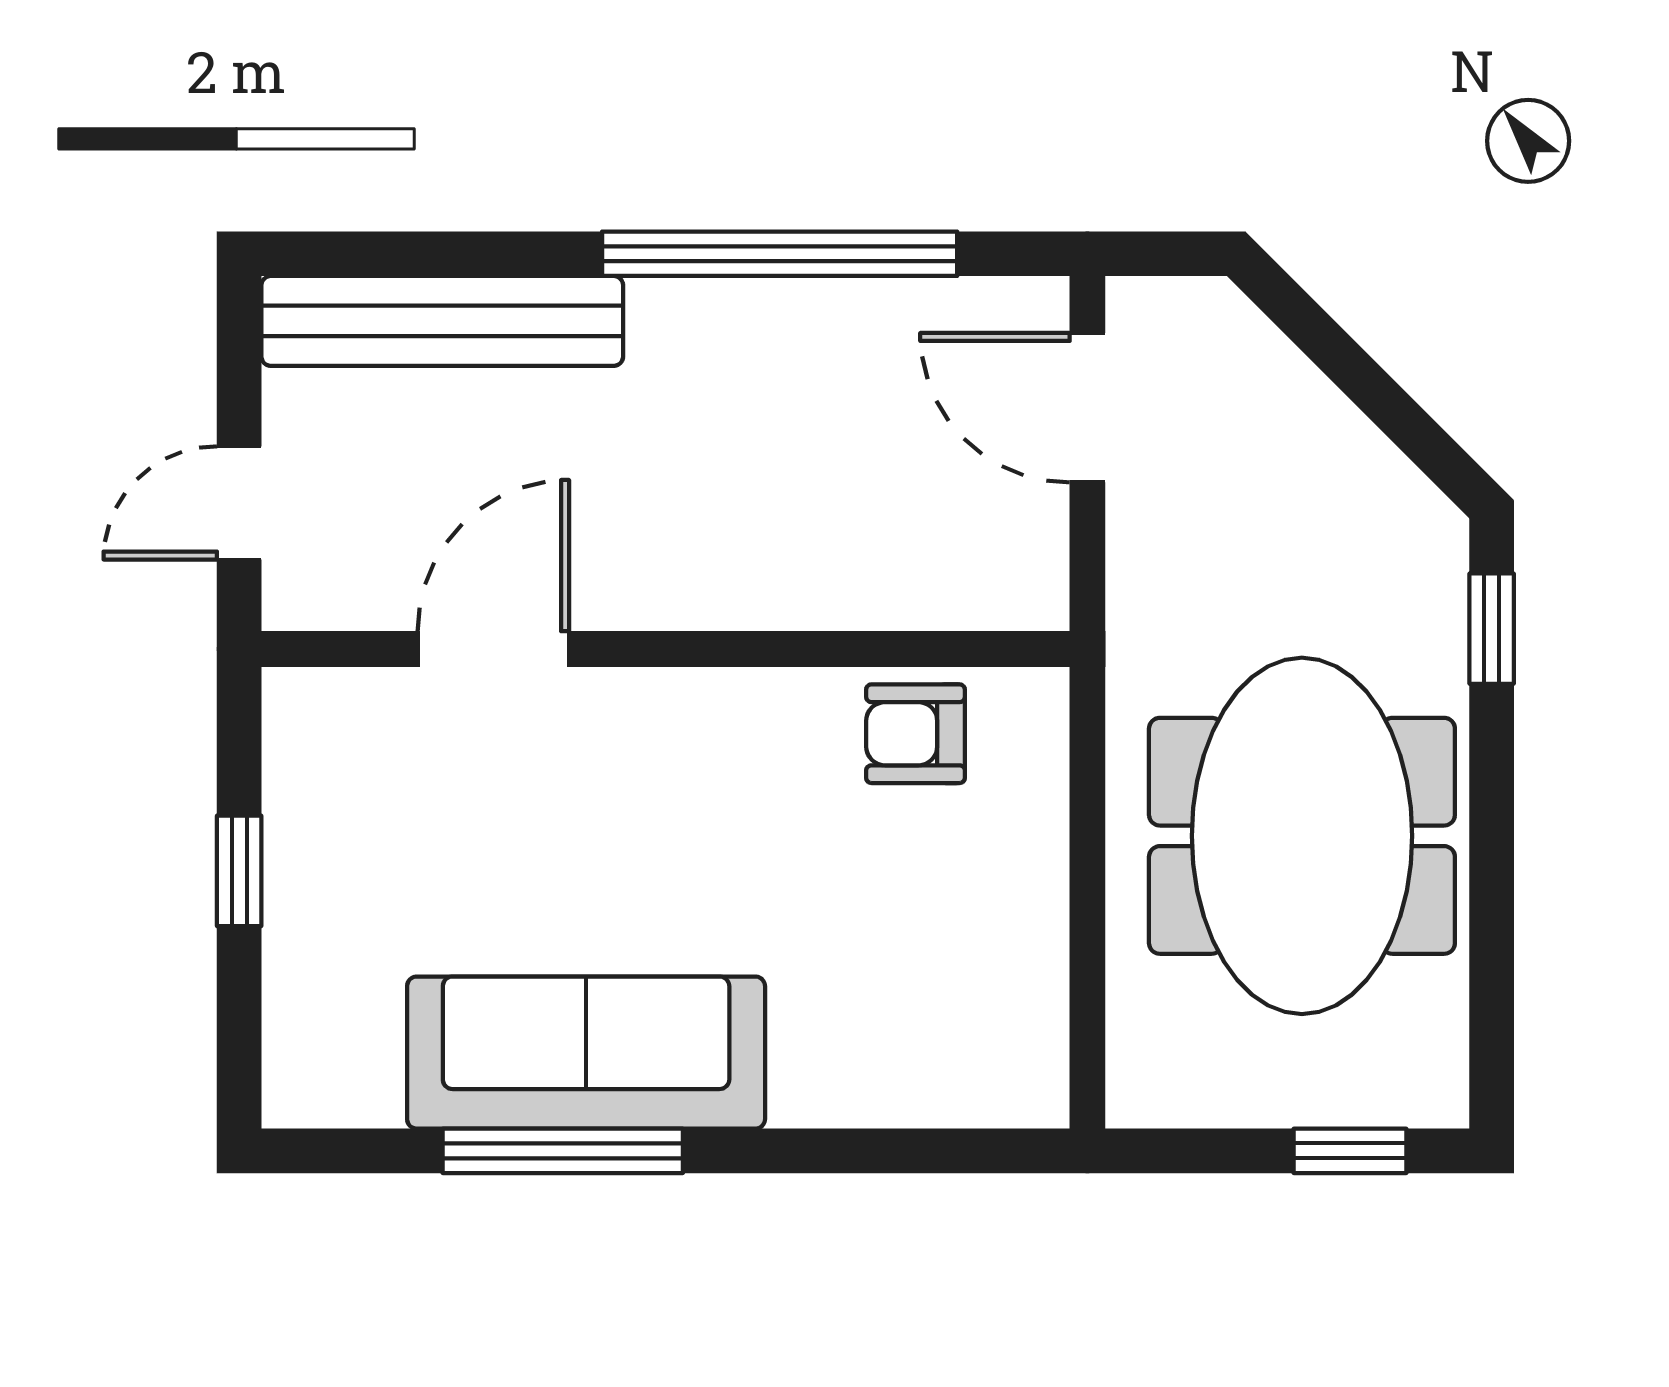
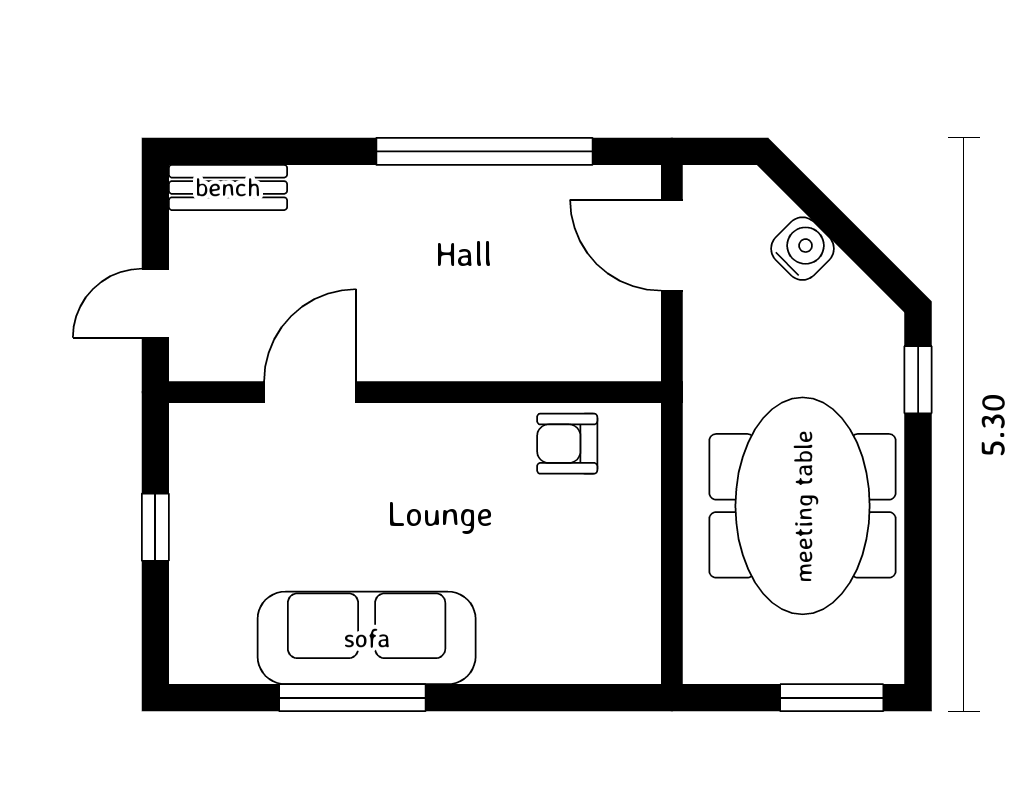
bench: (442, 321) -> (228, 187), width x0.54, depth x0.82
water cooler: (1302, 413) -> (802, 249), added
window: (1350, 1151) -> (832, 698), width x1.50

